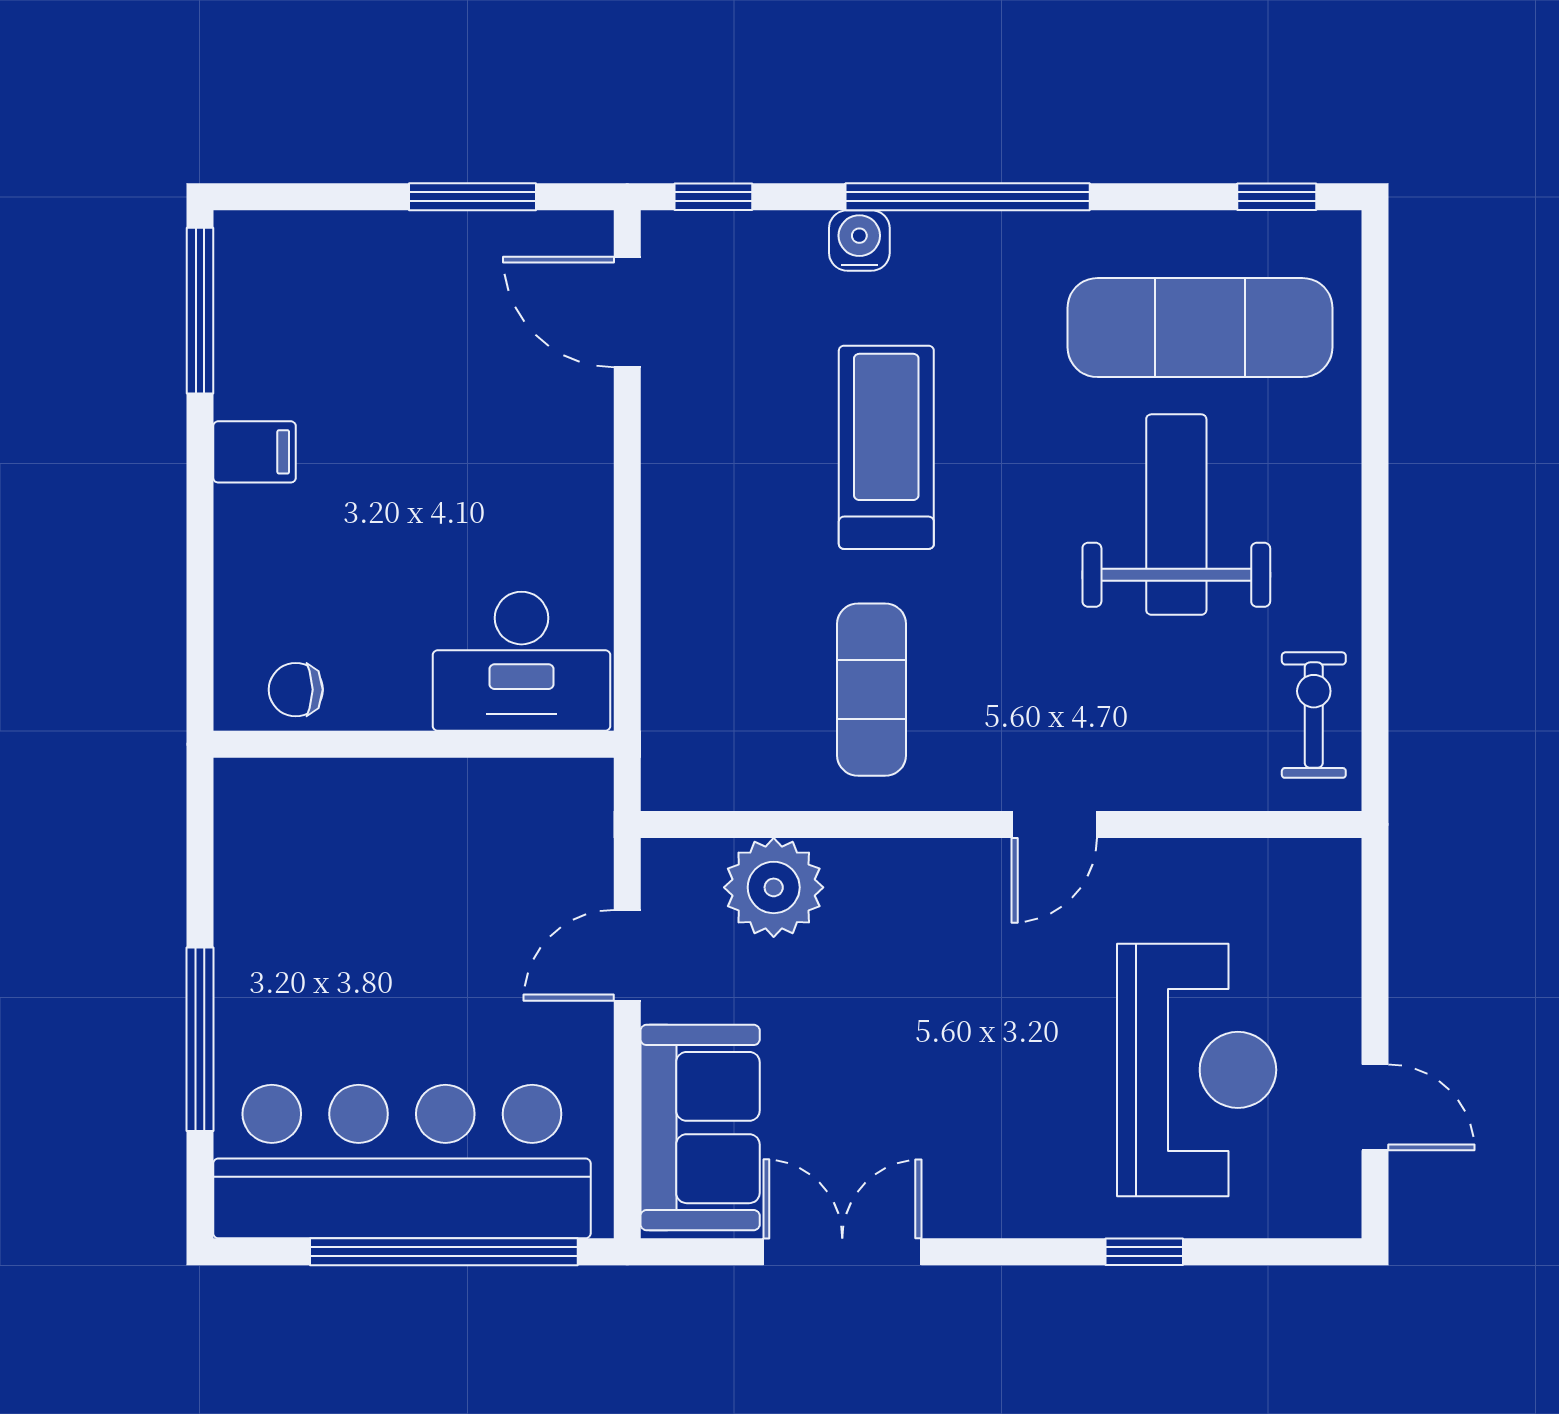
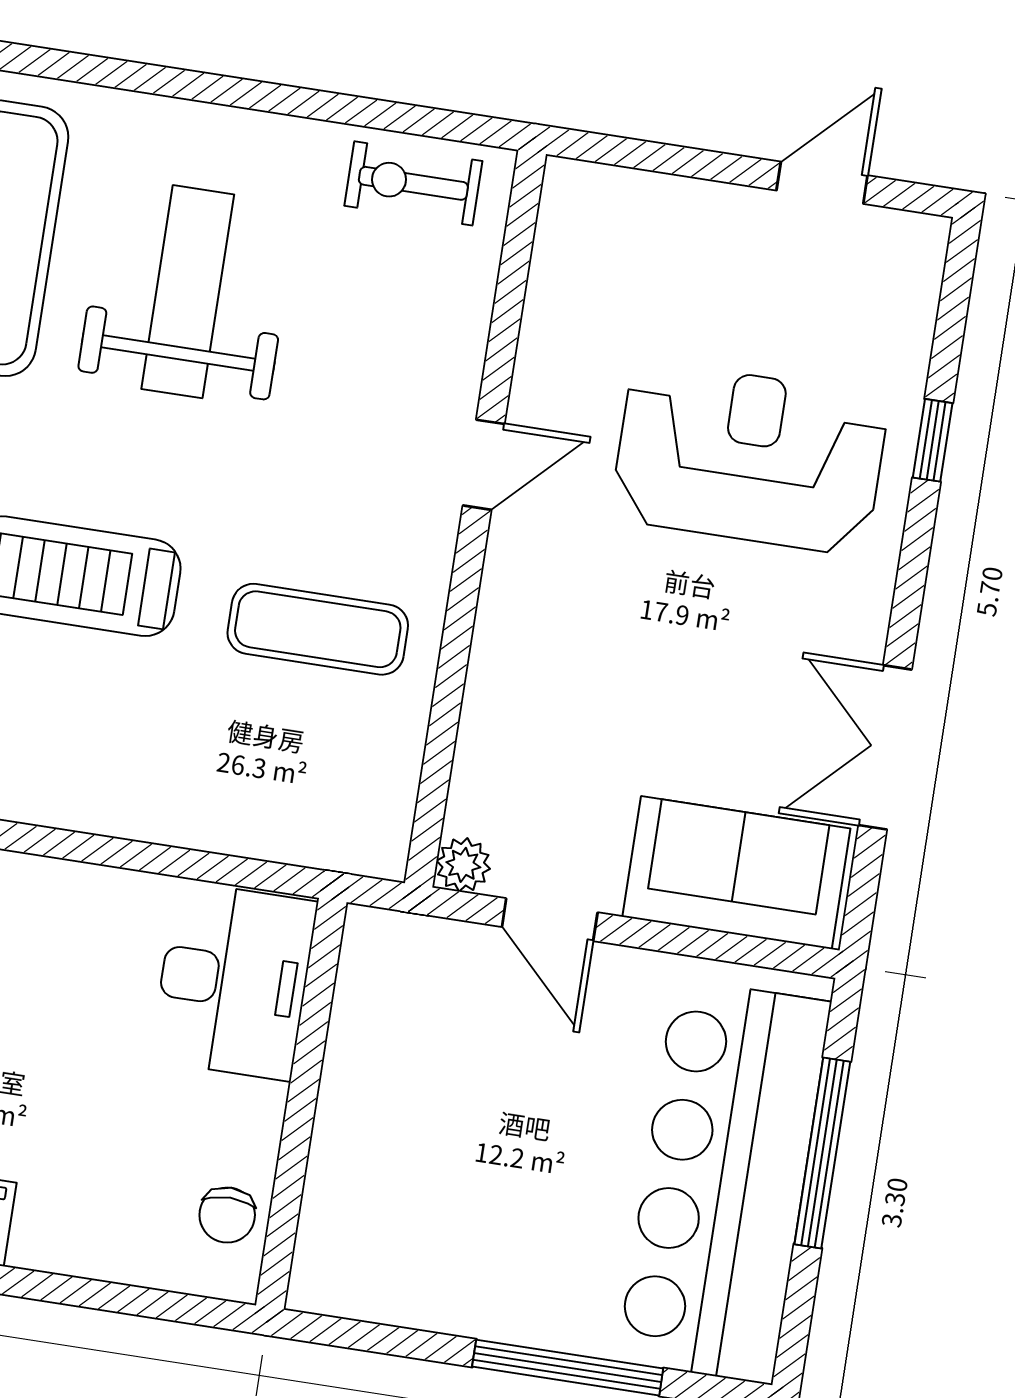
weight bench: (1176, 515) -> (188, 292), turned 90
door: (1054, 824) -> (484, 465), hinge flipped
plant: (774, 887) -> (463, 865), moved, width x0.53, depth x0.53
reception desk: (1197, 1070) -> (750, 458), moved
window: (444, 1252) -> (822, 1153), width x0.68

